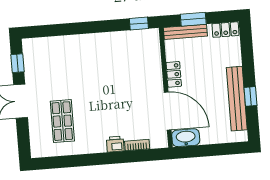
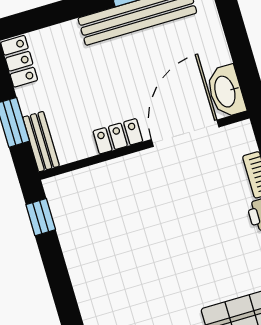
bench: (185, 32) -> (41, 142), width x0.73

